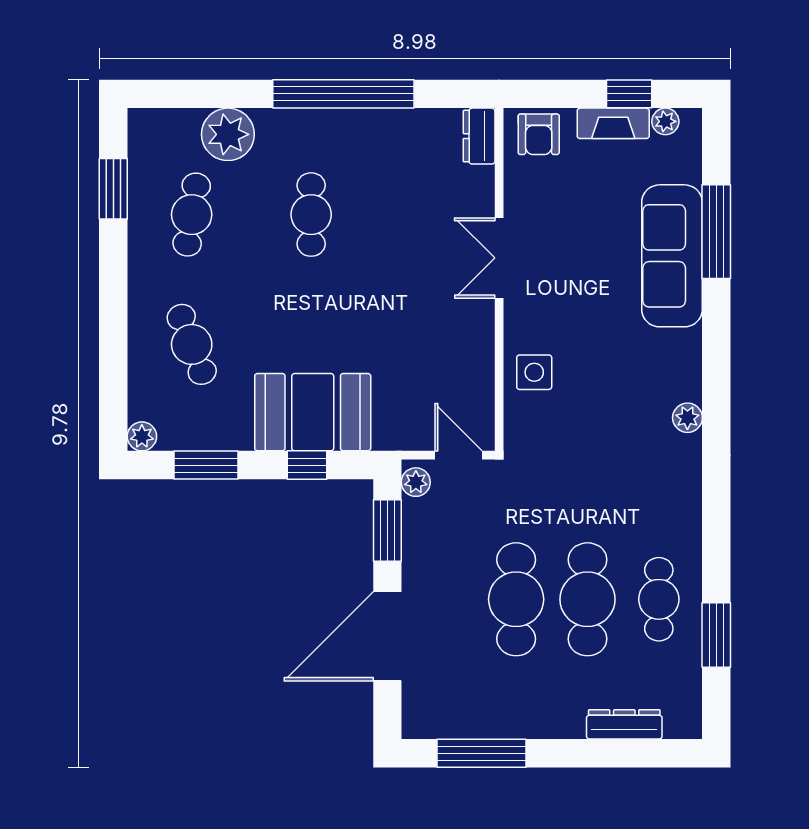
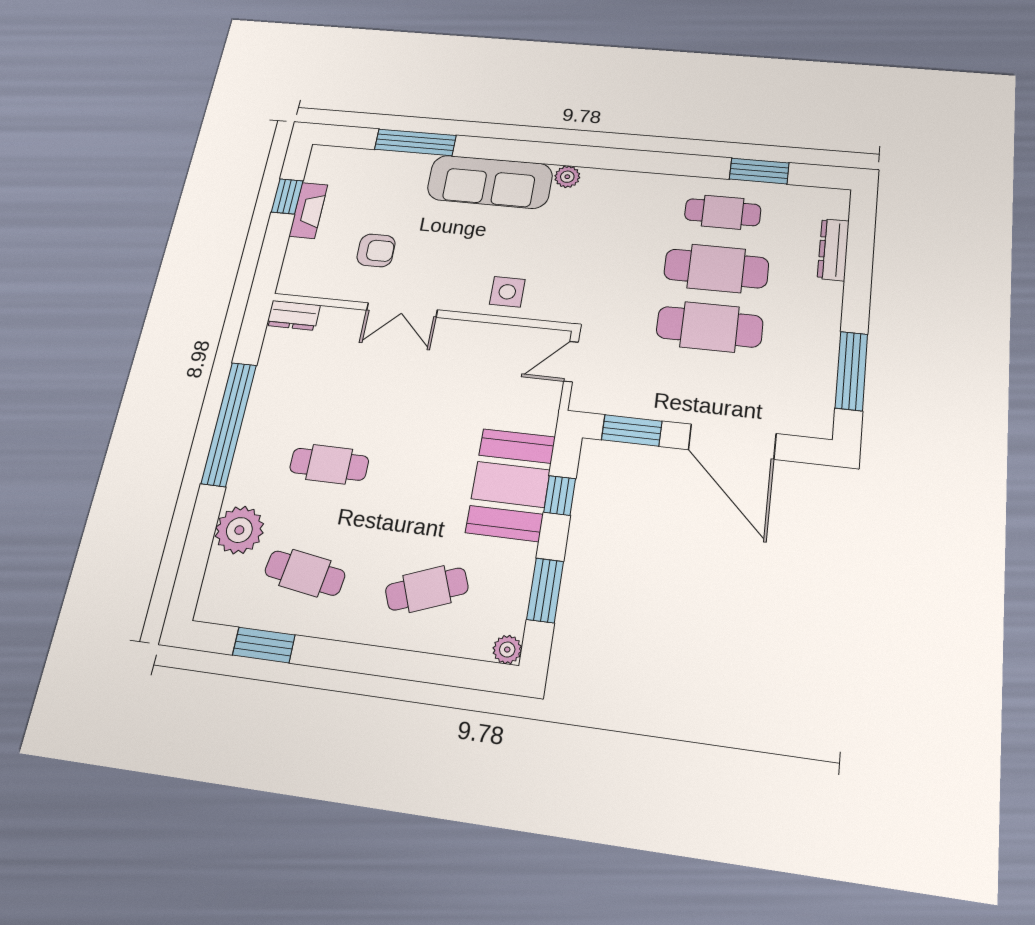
plant: (665, 121) -> (316, 172), removed
armchair: (539, 134) -> (376, 250), moved
sofa: (672, 256) -> (490, 182), moved
plant: (416, 482) -> (590, 401), removed

